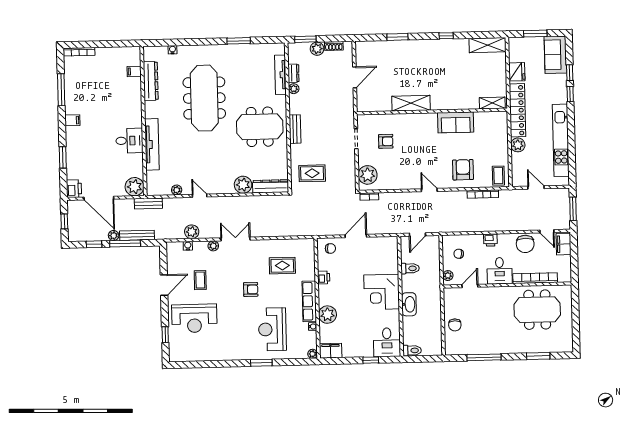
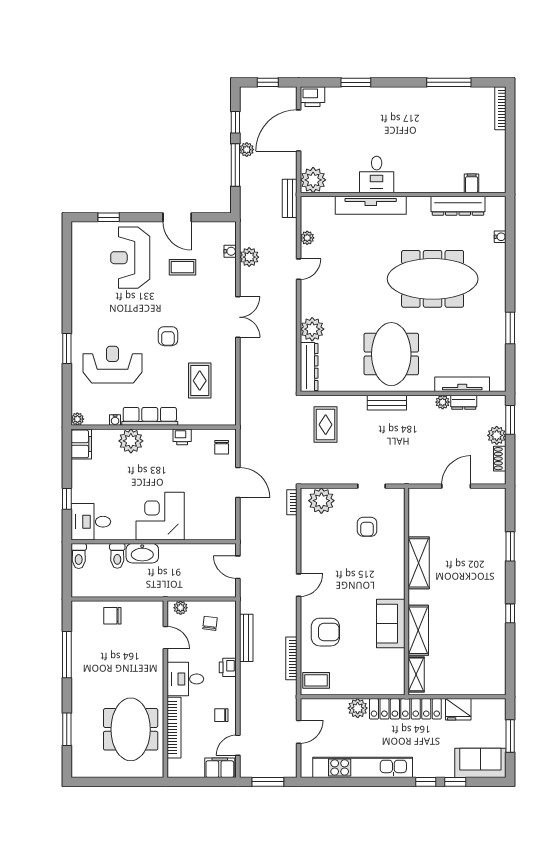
shelving: (488, 45) -> (418, 630), moved
door: (355, 77) -> (456, 486), swing flipped
filing cabinet: (72, 120) -> (407, 97), removed
bench: (137, 235) -> (246, 638), moved
chair: (525, 244) -> (221, 715), width x0.54, depth x0.54
plant: (213, 246) -> (229, 286), removed
toilet: (410, 268) -> (117, 556), moved

